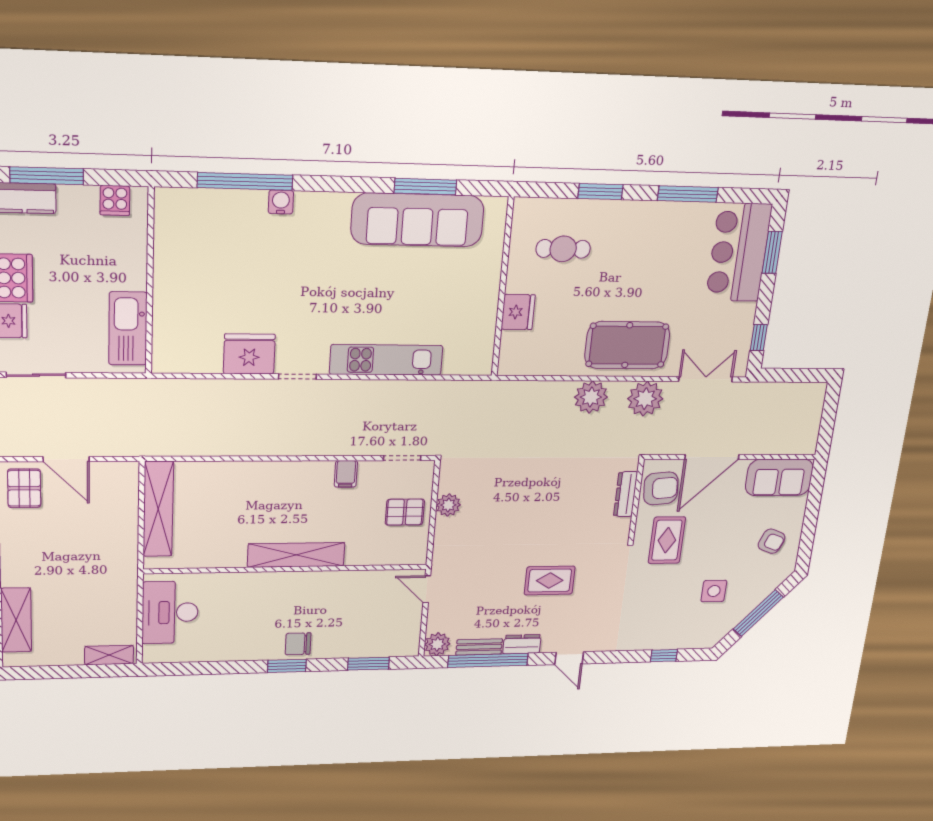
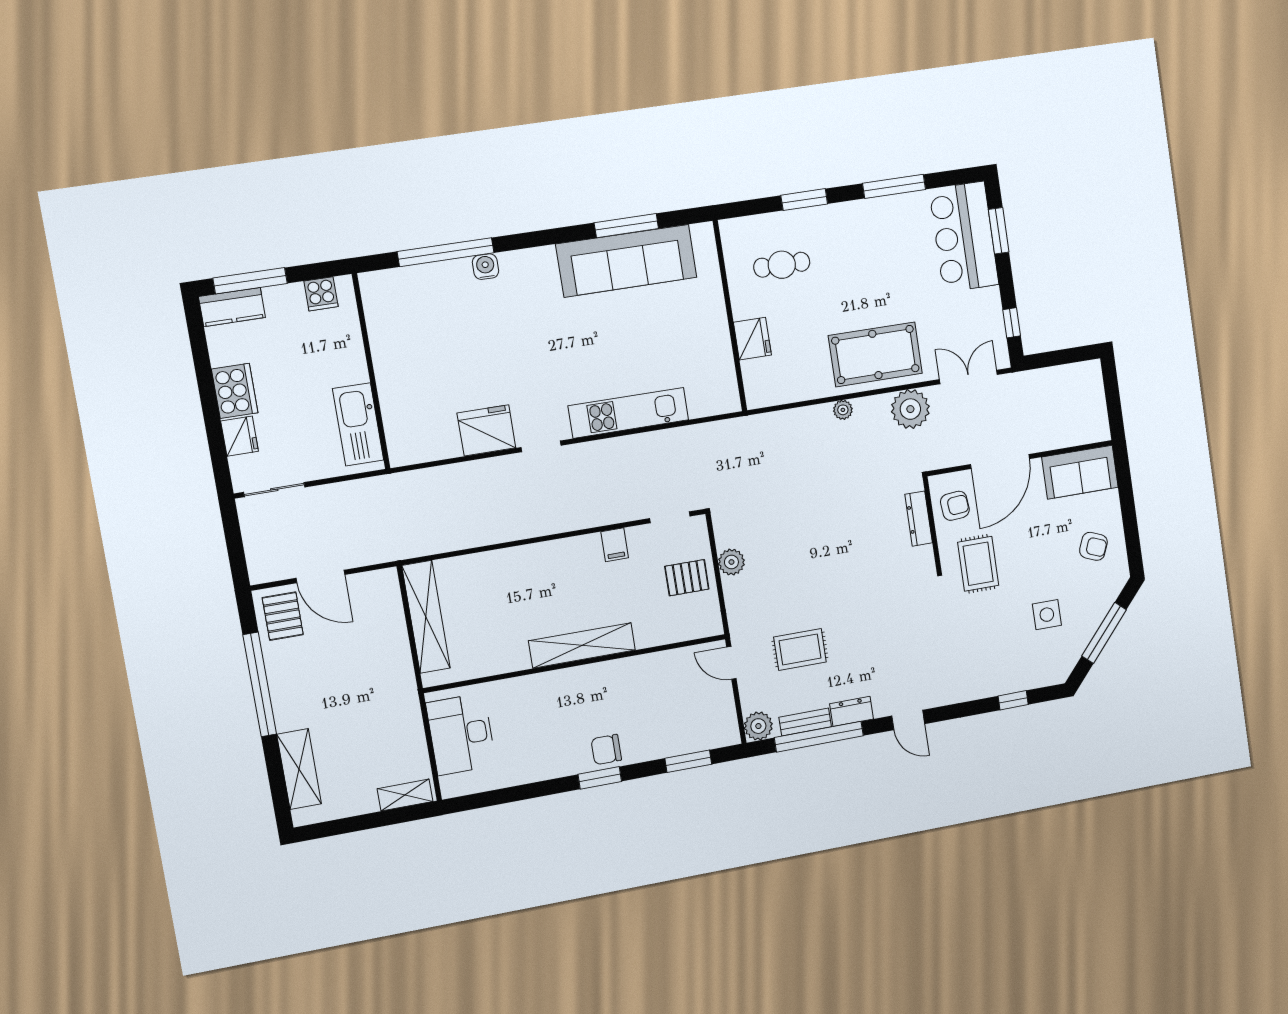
plant: (591, 397) -> (843, 410), width x0.53, depth x0.53
armchair: (661, 488) -> (955, 506), width x0.72, depth x0.72
rug: (550, 580) -> (800, 649), moved

